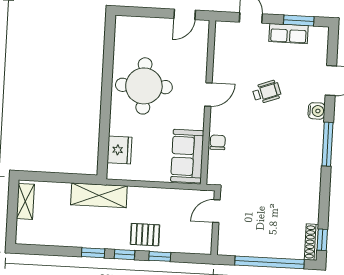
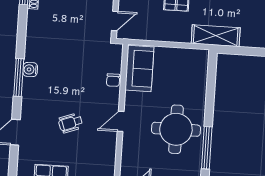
window: (108, 65) -> (207, 148), added
water cooler: (317, 111) -> (30, 70), moved
fridge: (120, 150) -> (198, 74), removed

